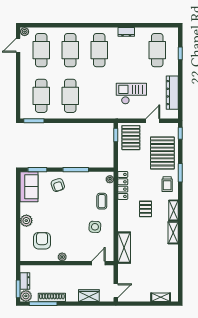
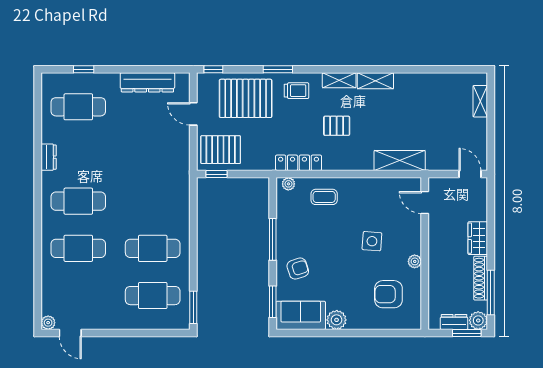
cafe table: (41, 50) -> (78, 296), removed
checkout: (131, 94) -> (149, 149), removed
plant: (26, 221) -> (337, 320), moved
side table: (95, 227) -> (372, 241), moved
wardrobe: (89, 296) -> (478, 238), moved

